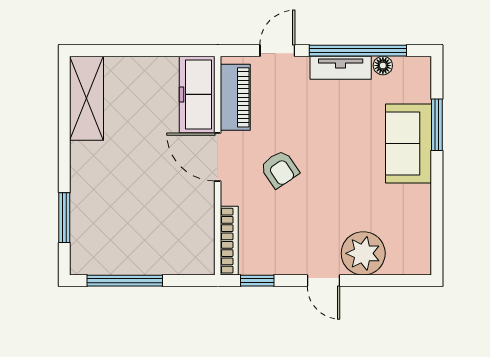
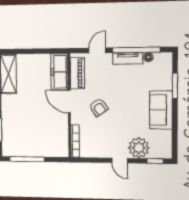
sofa: (409, 143) -> (161, 110), moved
window: (257, 281) -> (155, 161), moved

